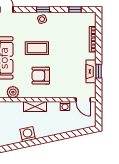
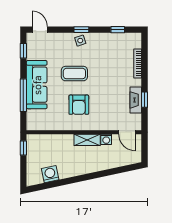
armchair: (41, 76) -> (79, 105), turned -90
plant: (13, 92) -> (47, 123), removed
shelving: (35, 107) -> (87, 140), moved
washing machine: (28, 134) -> (50, 174), moved

